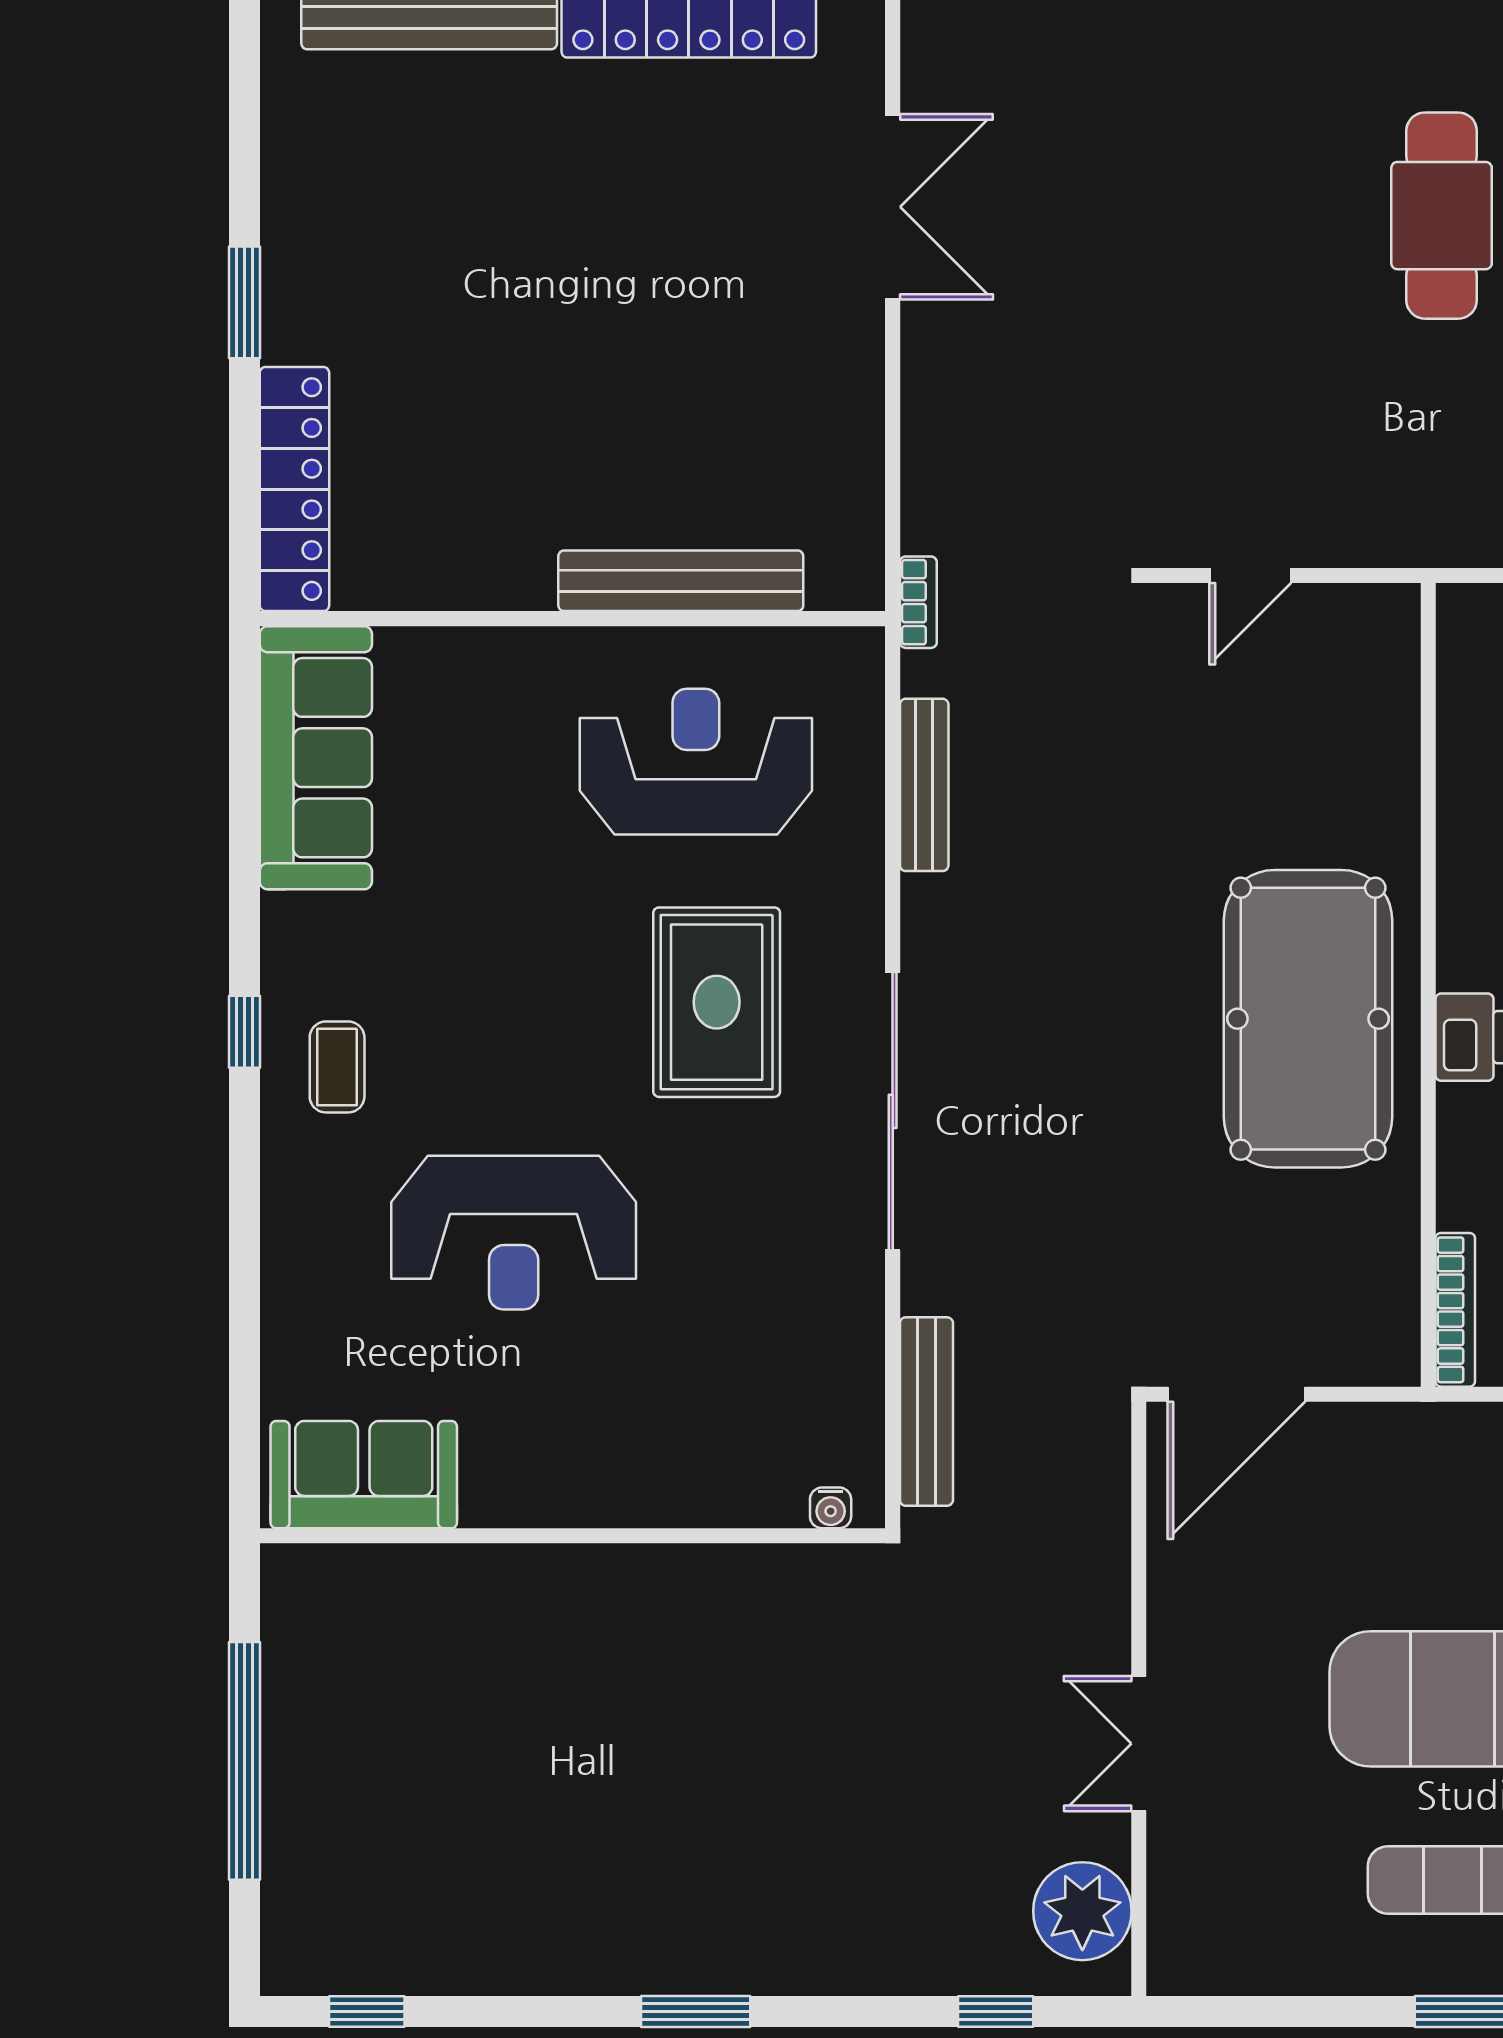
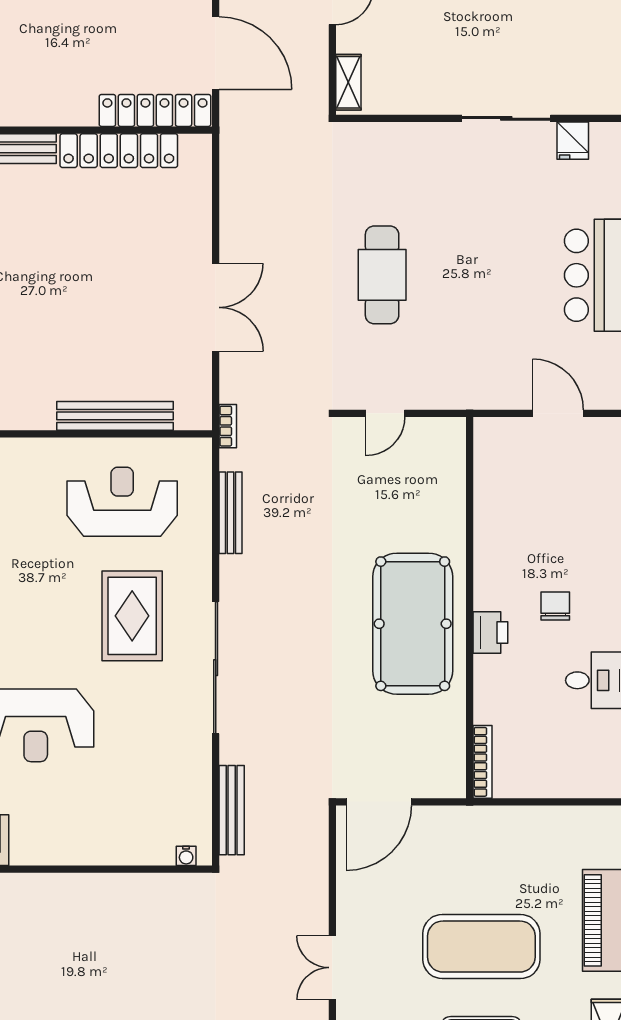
double door: (893, 207) -> (216, 307), moved
cafe table: (1442, 216) -> (382, 275), moved

